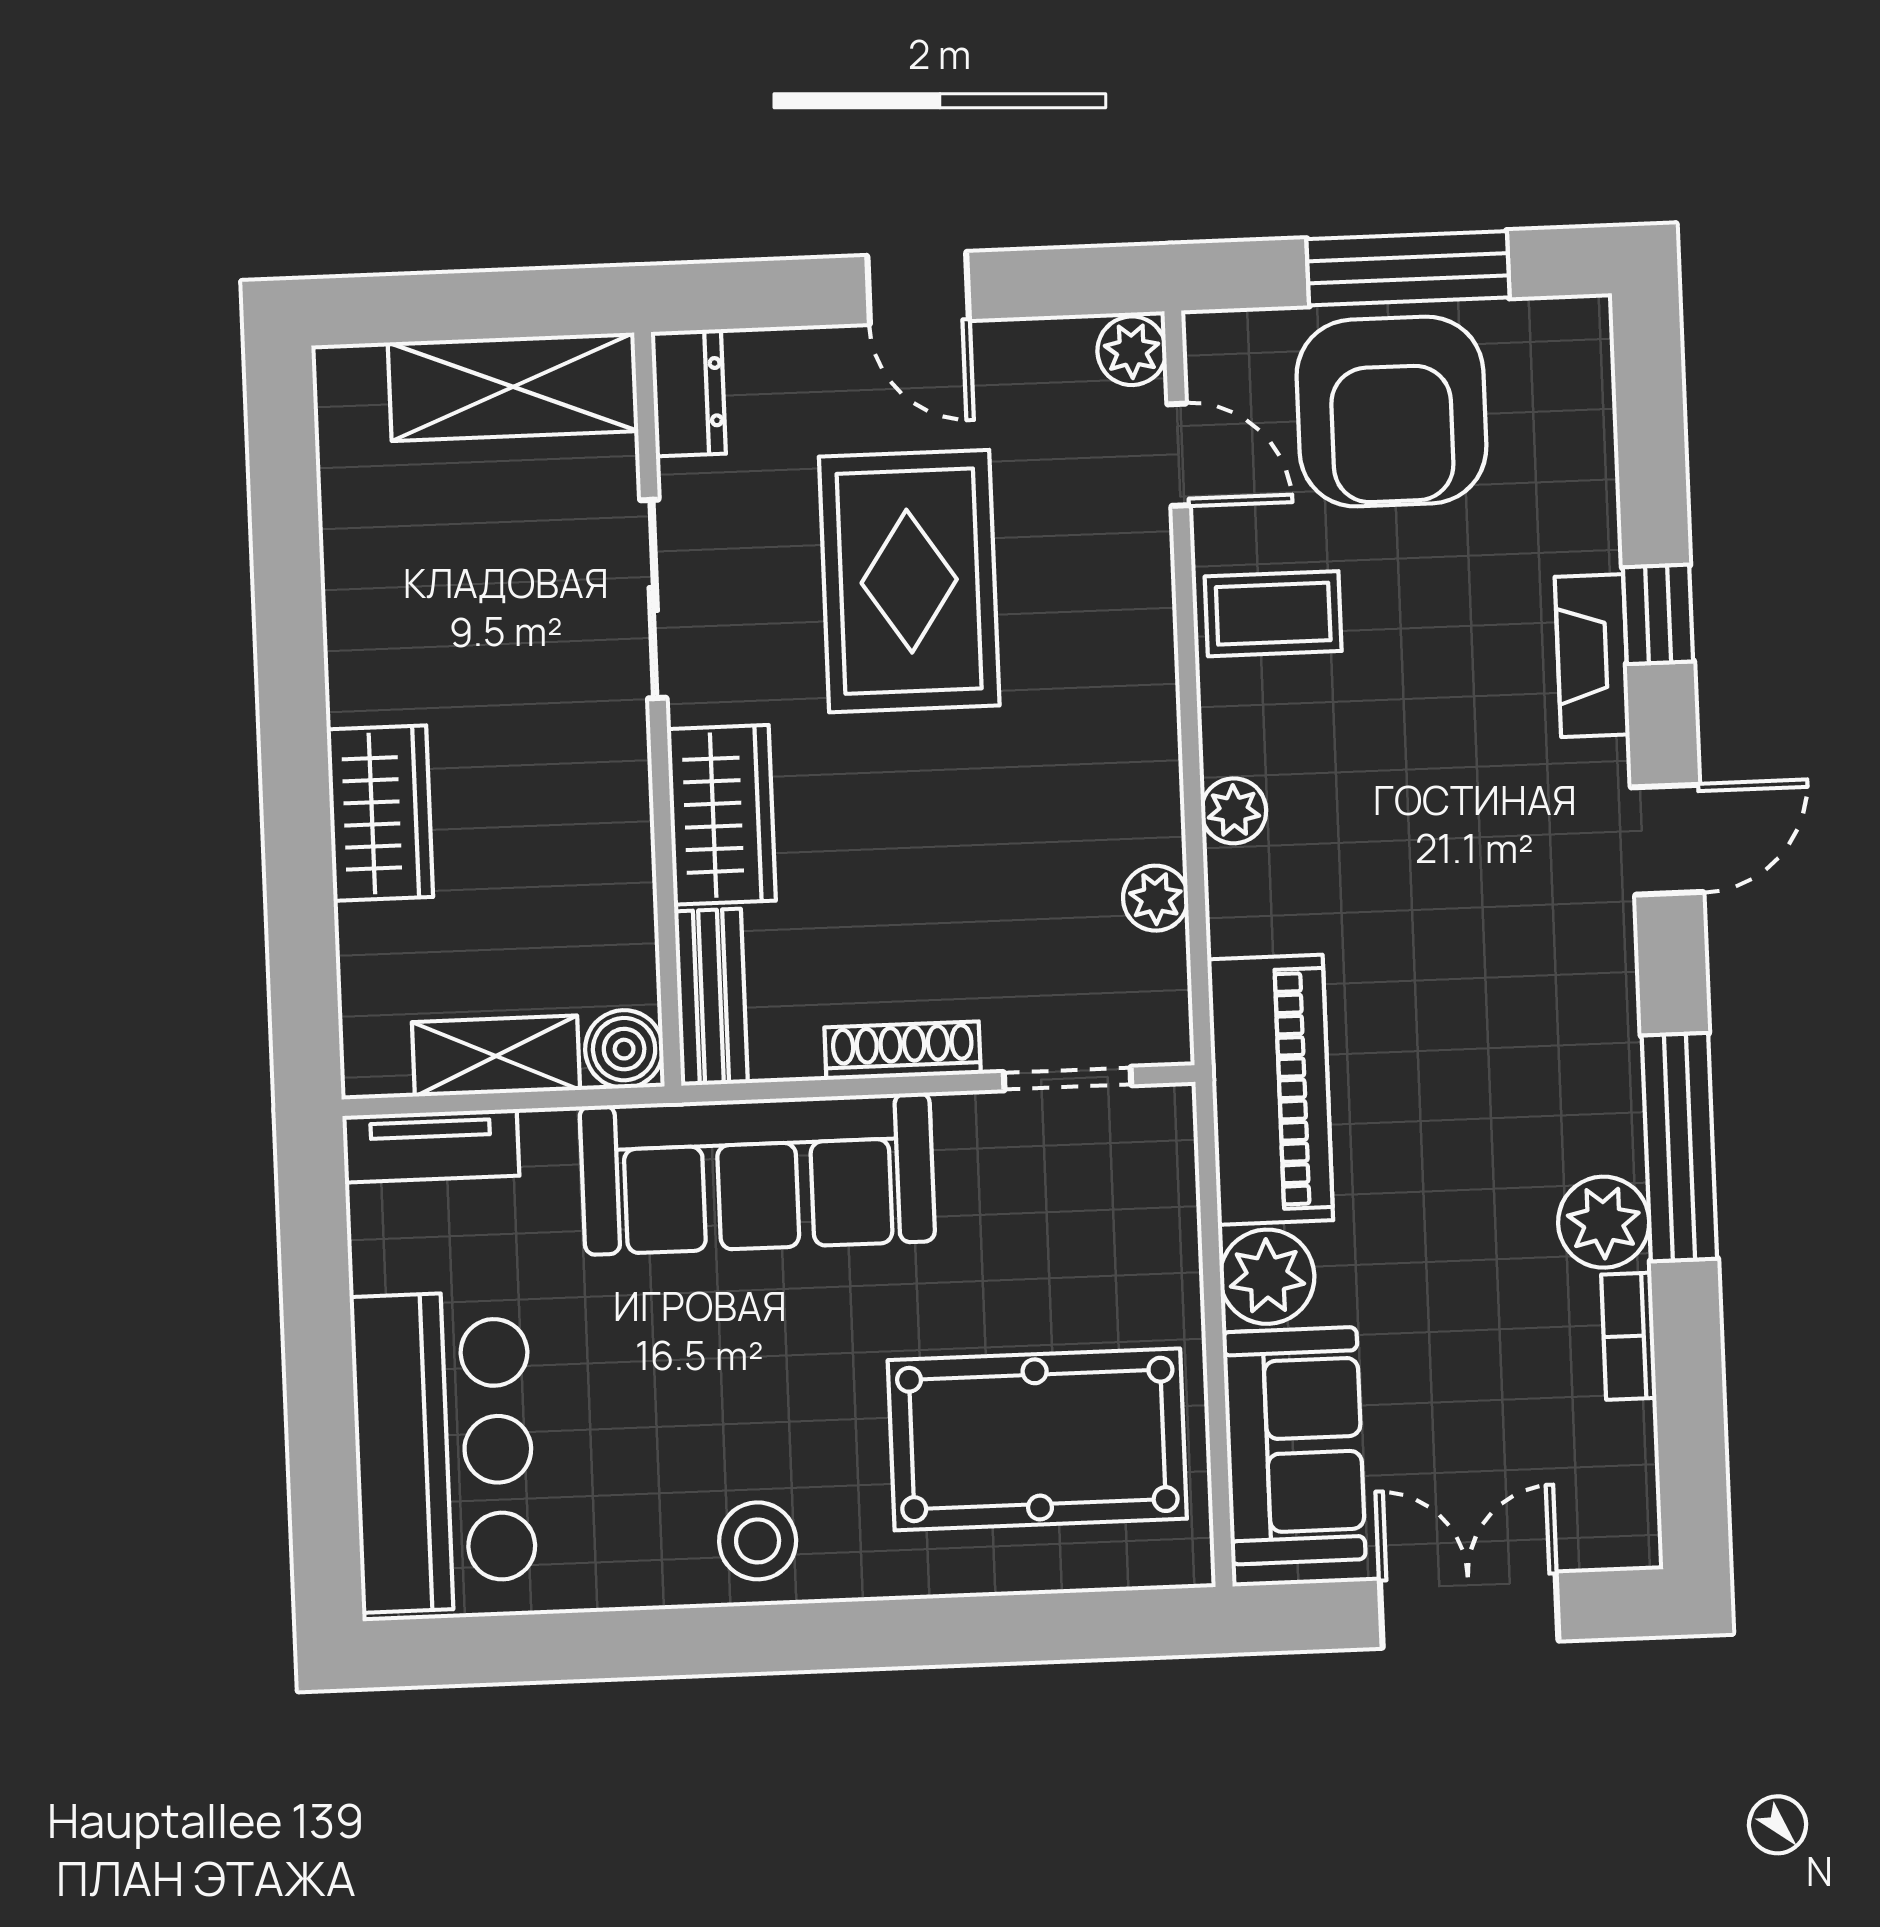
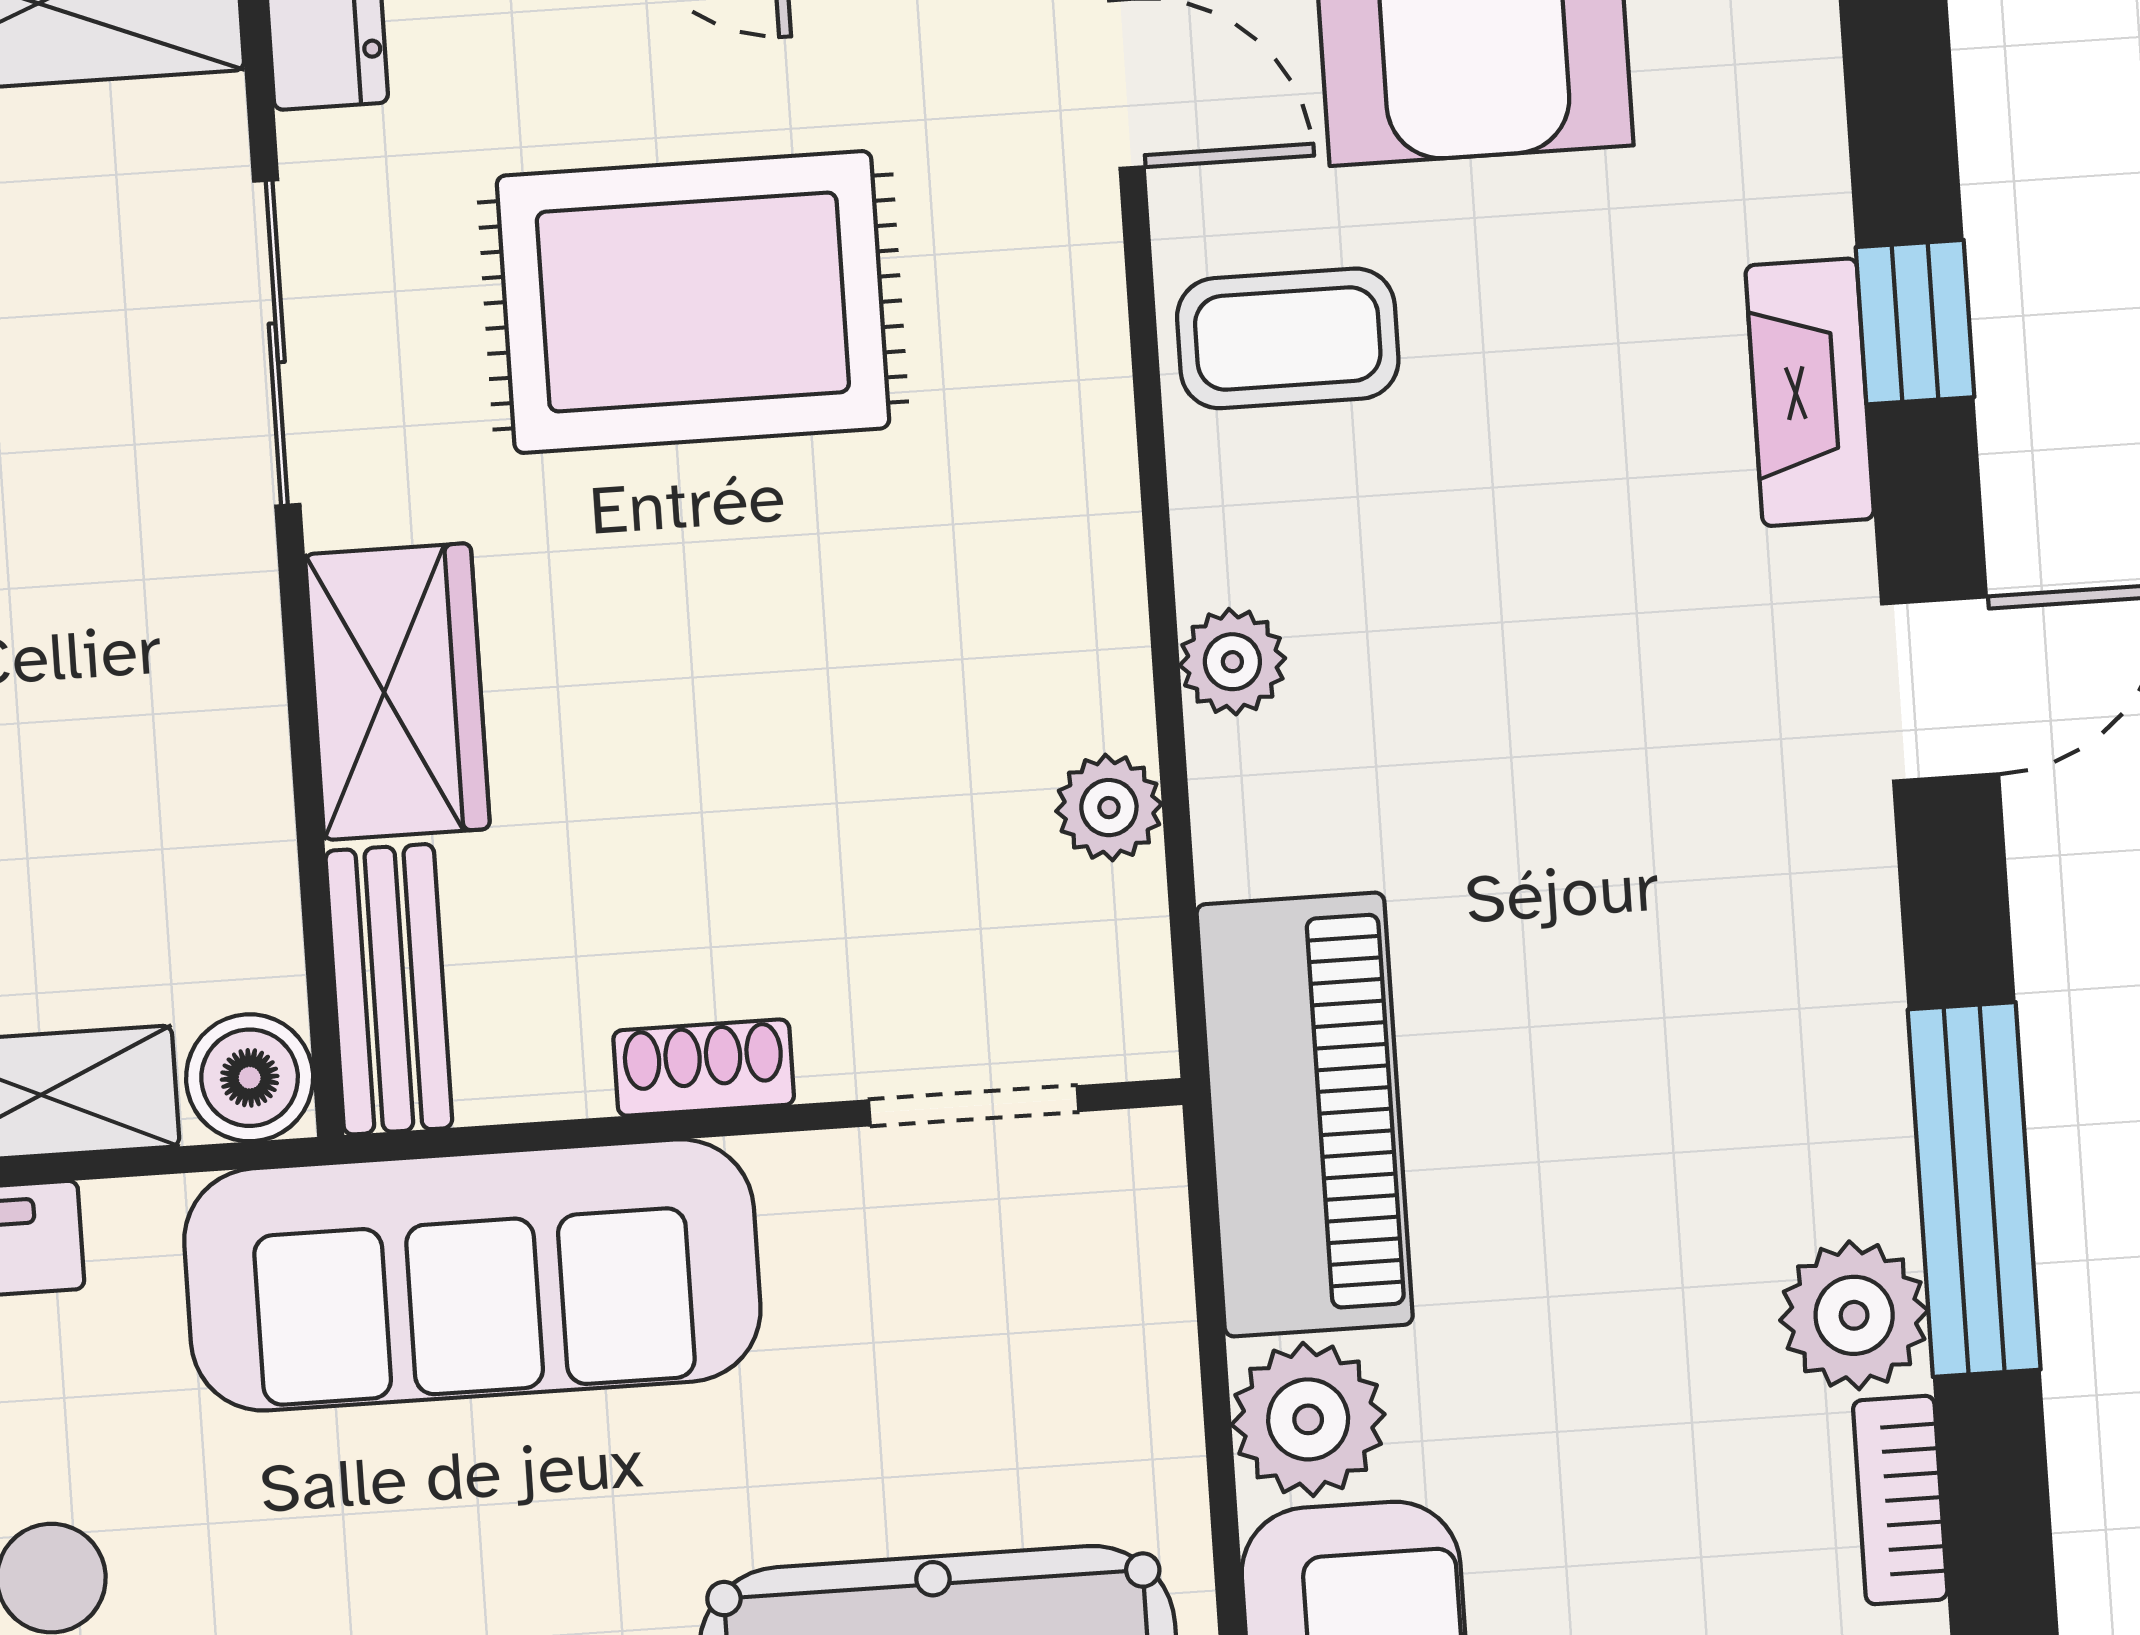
rug: (909, 581) -> (693, 302), turned 90
shoe rack: (903, 1051) -> (704, 1068), width x0.70

